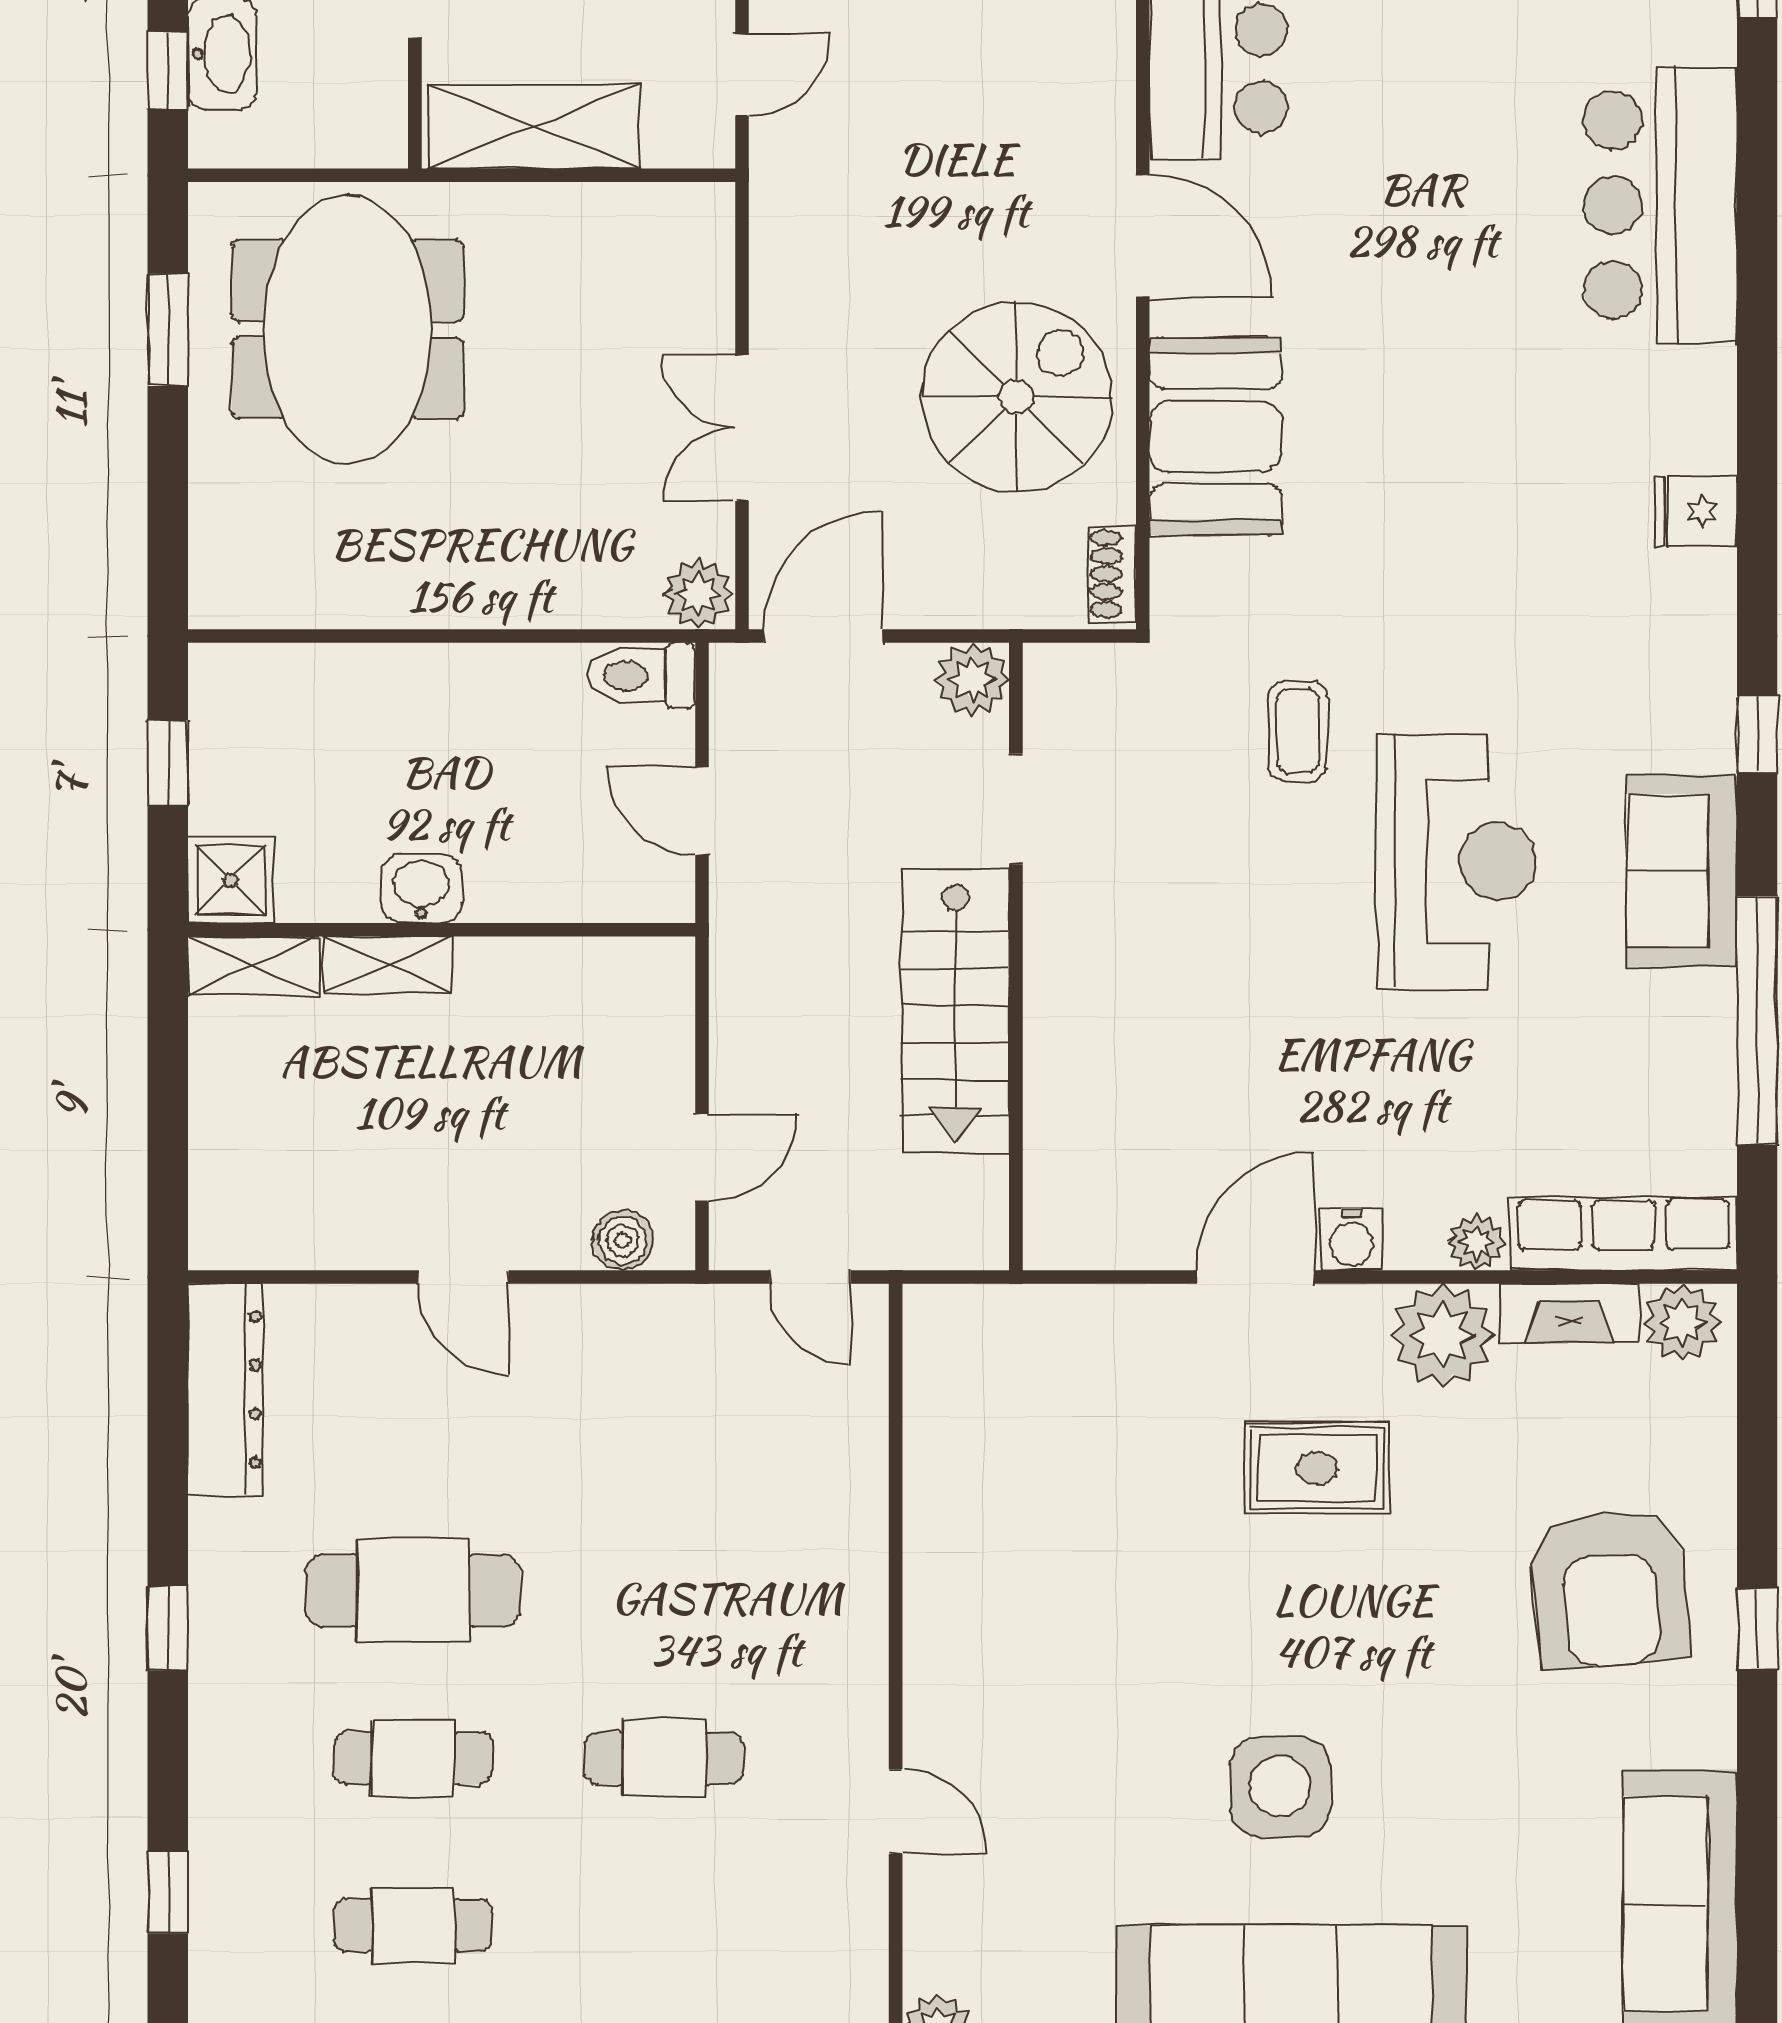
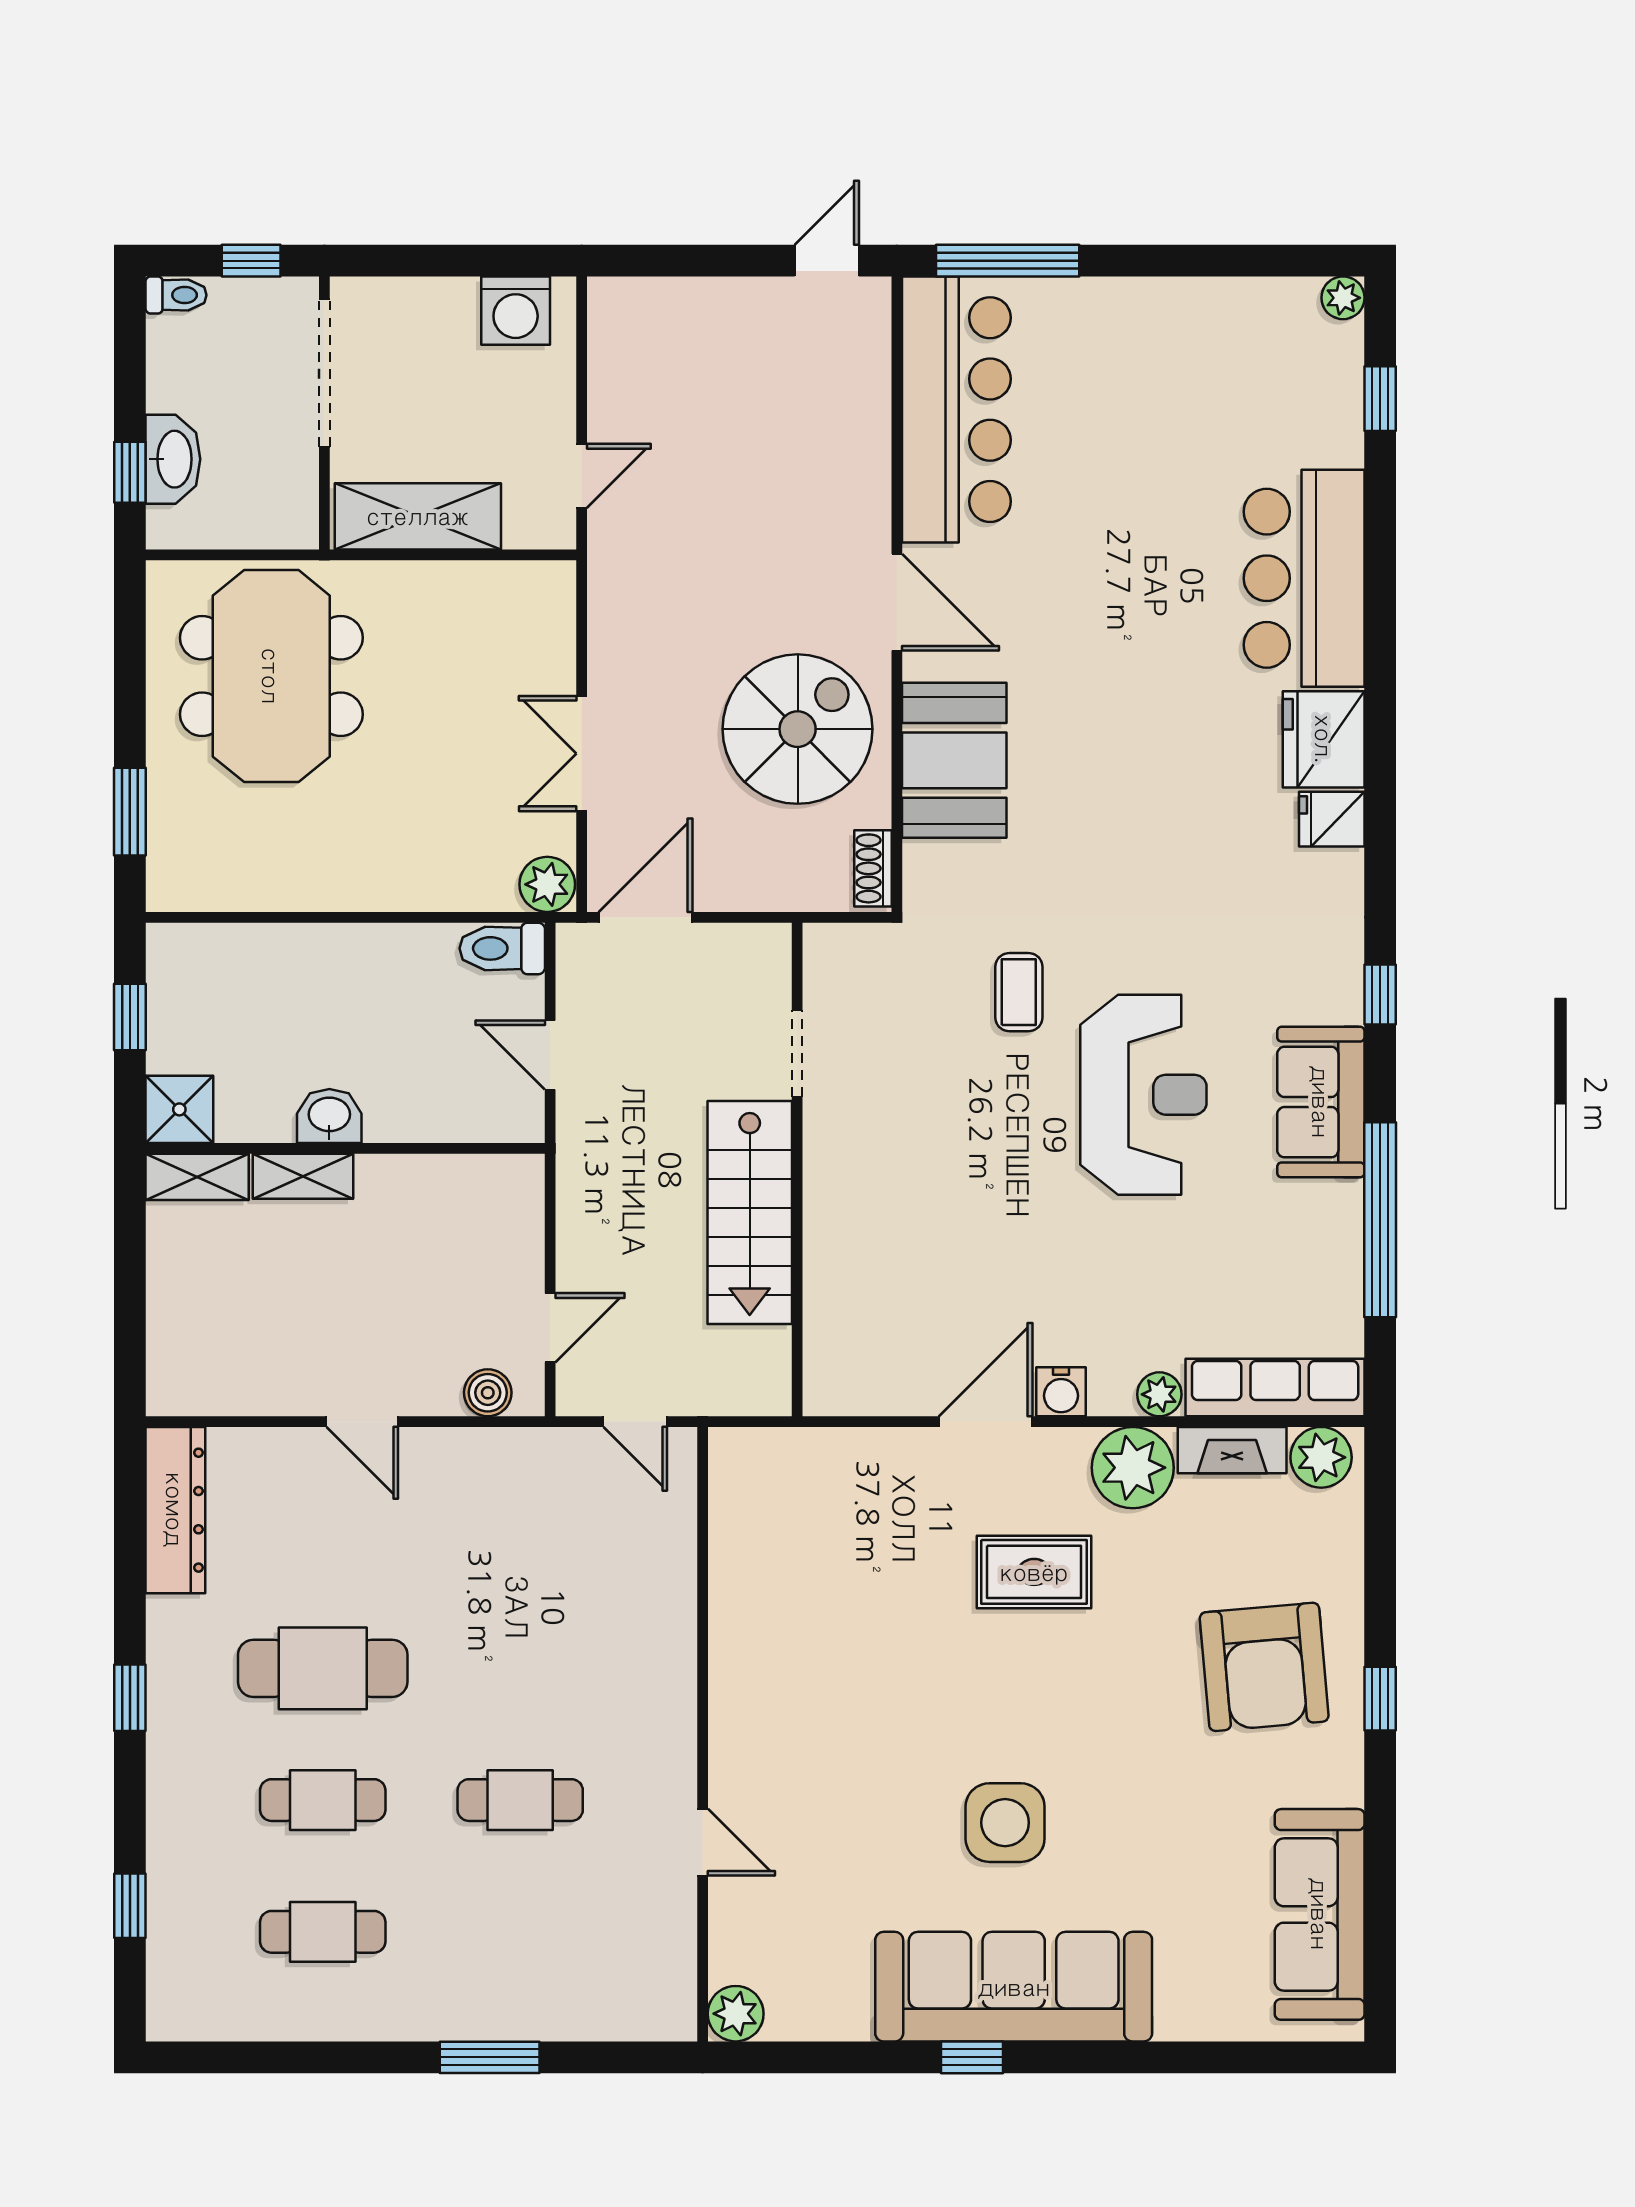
window: (168, 330) -> (130, 812), moved
fridge: (1685, 410) -> (1324, 739), added
plant: (972, 679) -> (763, 951), removed

